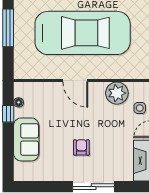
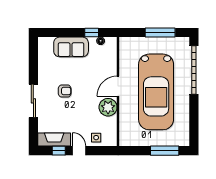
plant: (117, 93) -> (108, 107), moved

